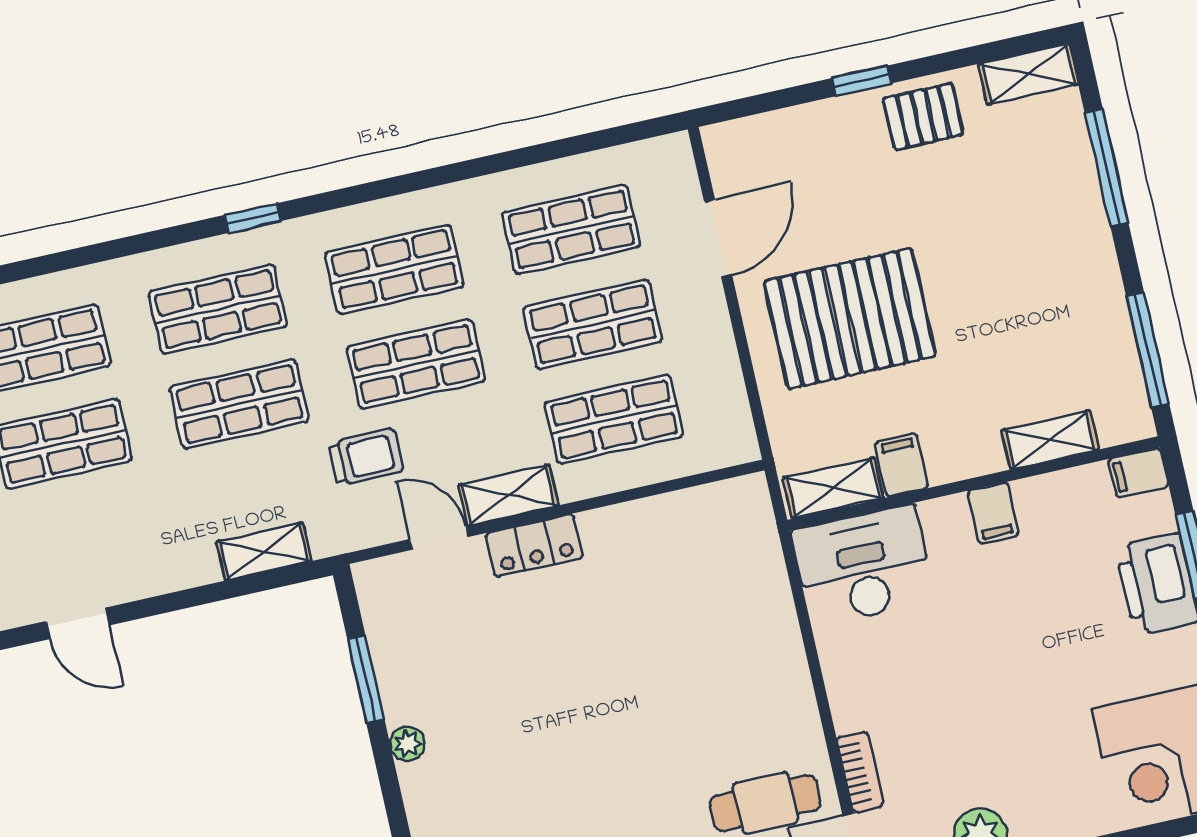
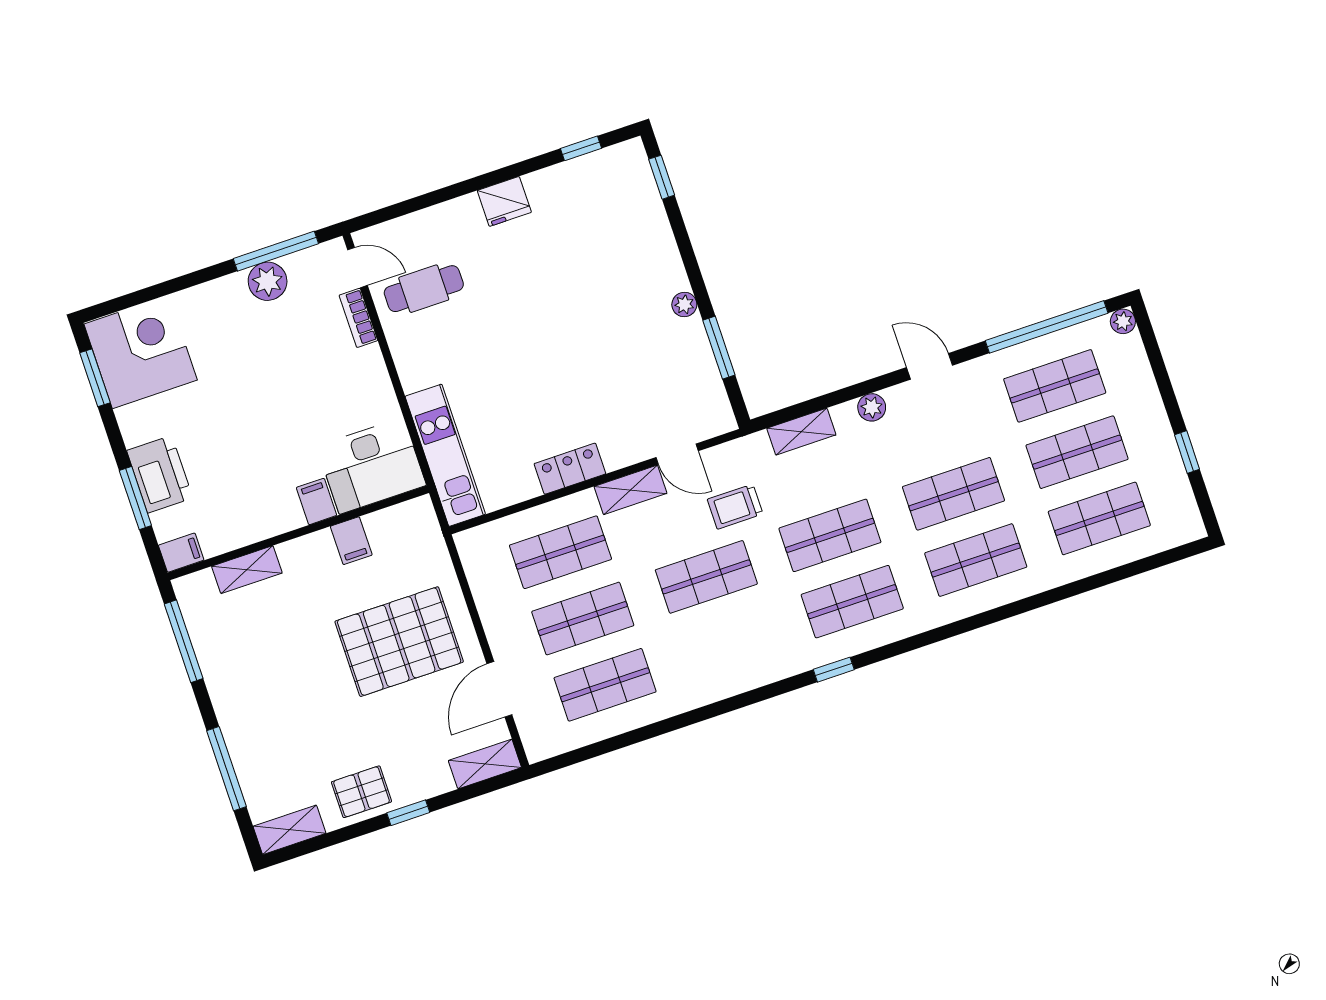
shop shelf: (395, 269) -> (729, 643), removed
shelving: (833, 488) -> (485, 764), moved
filing cabinet: (993, 513) -> (316, 501), moved
locker: (534, 546) -> (570, 469), moved
kitchen unit: (759, 570) -> (445, 455), added
plant: (163, 575) -> (872, 407), added

